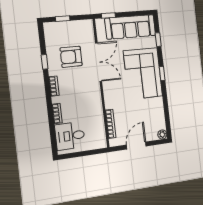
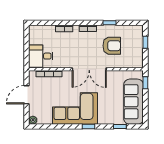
armchair: (71, 57) -> (112, 46), turned 90
double door: (99, 62) -> (89, 69), moved
corner sofa: (143, 74) -> (75, 108), moved
desk: (70, 136) -> (41, 56), moved, turned -90
door: (136, 146) -> (26, 95), swing flipped

